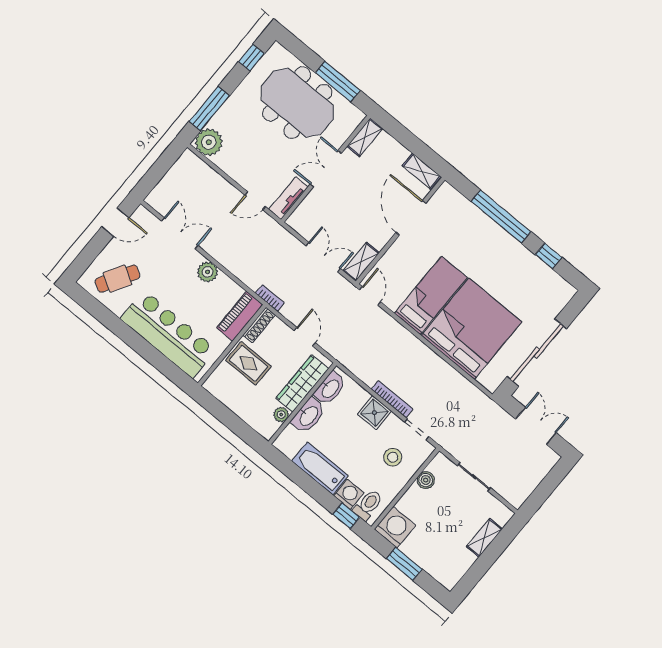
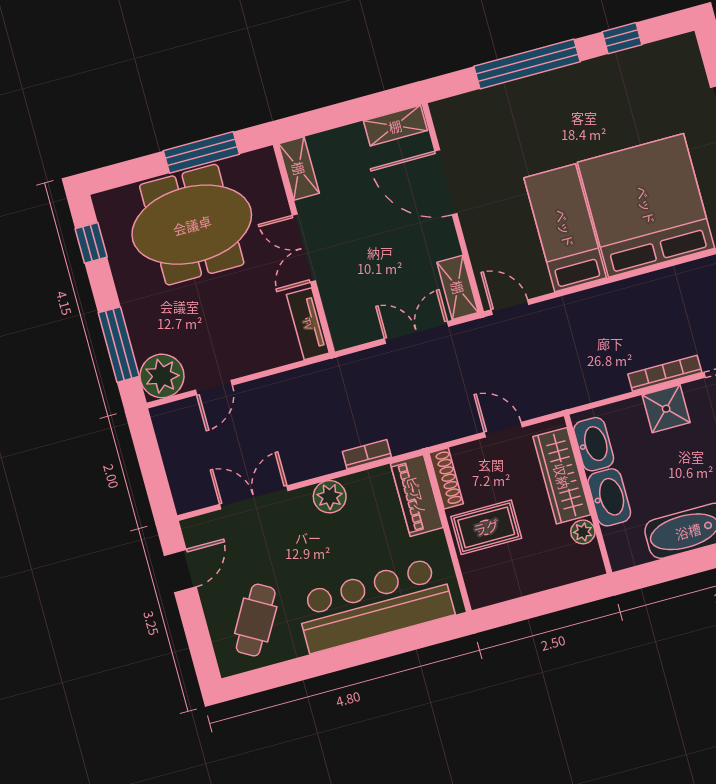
door: (255, 201) -> (214, 388), moved
bookcase: (270, 298) -> (367, 454), moved

